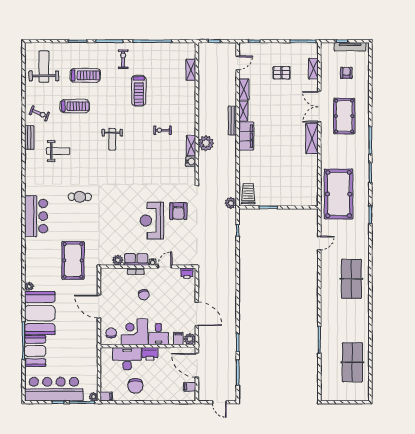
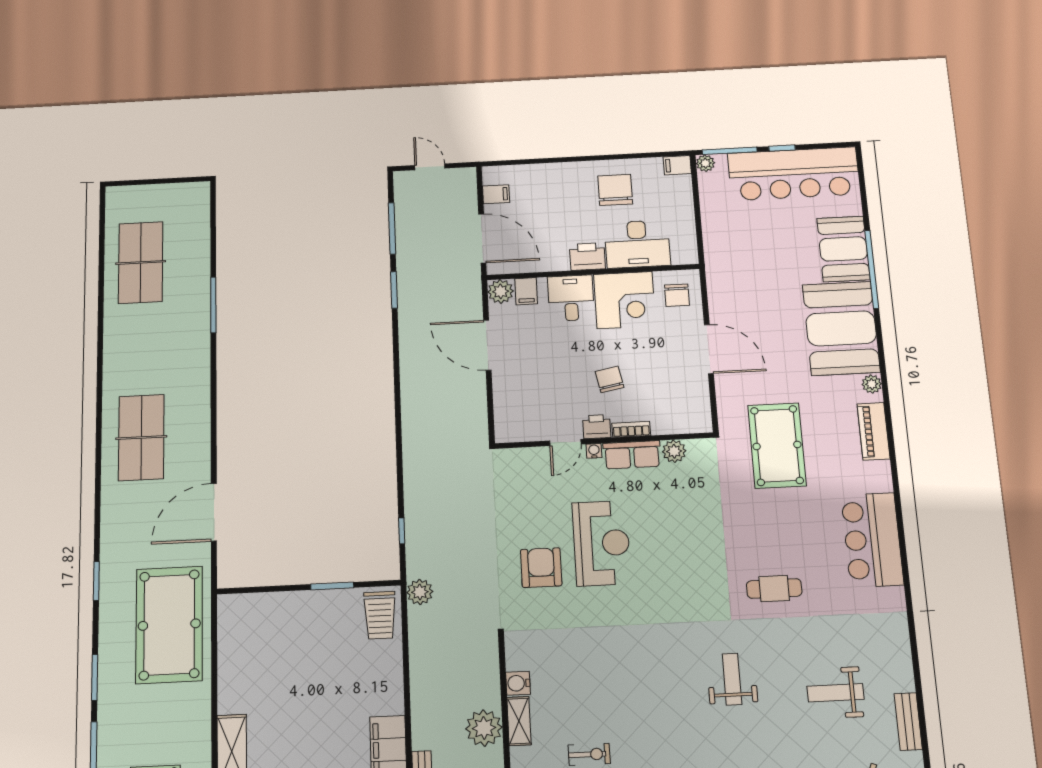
weight bench: (112, 139) -> (732, 679), moved
door: (319, 243) -> (214, 512), width x1.87
piano: (31, 265) -> (874, 431), added
printer: (187, 273) -> (597, 427), moved

